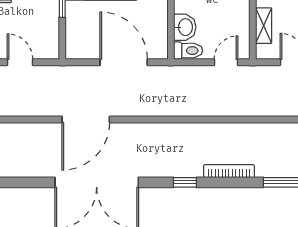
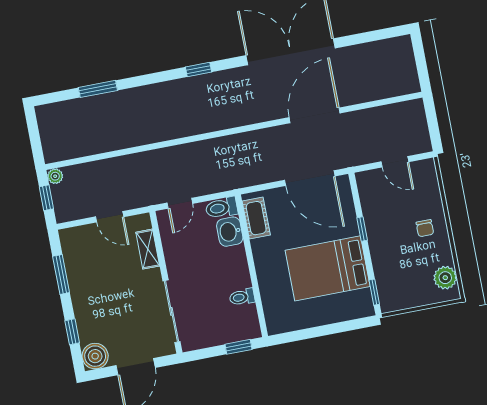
cot: (158, 35) -> (256, 218), added
door: (124, 62) -> (310, 178), moved
bookcase: (229, 171) -> (155, 90), removed

